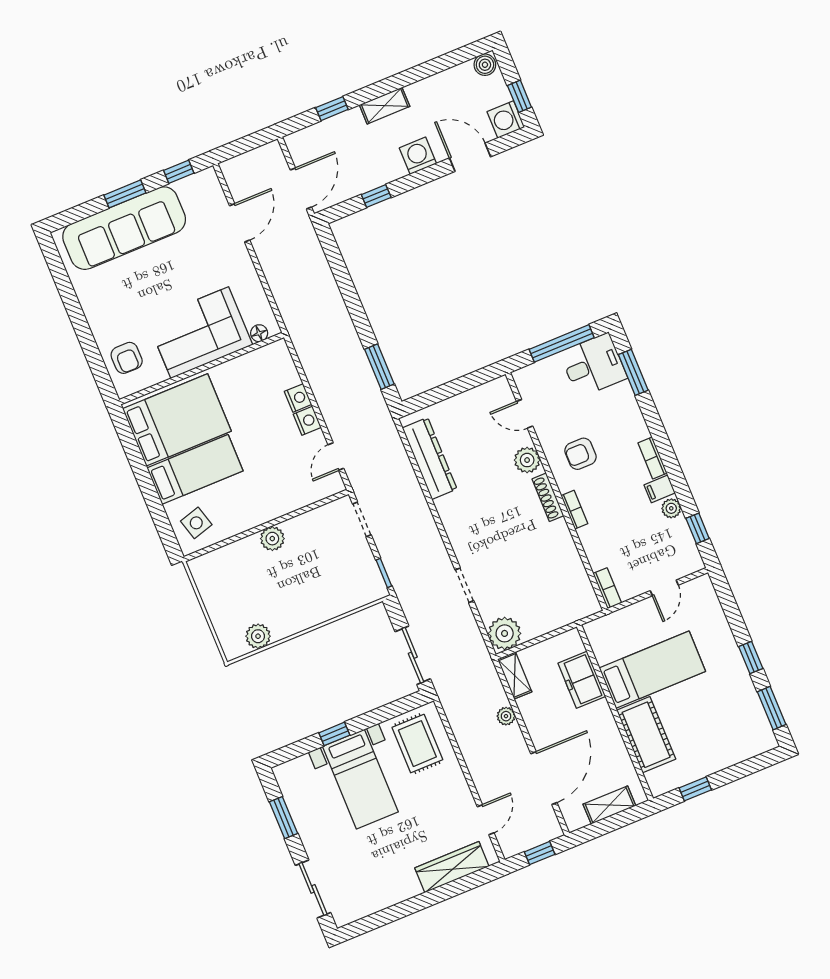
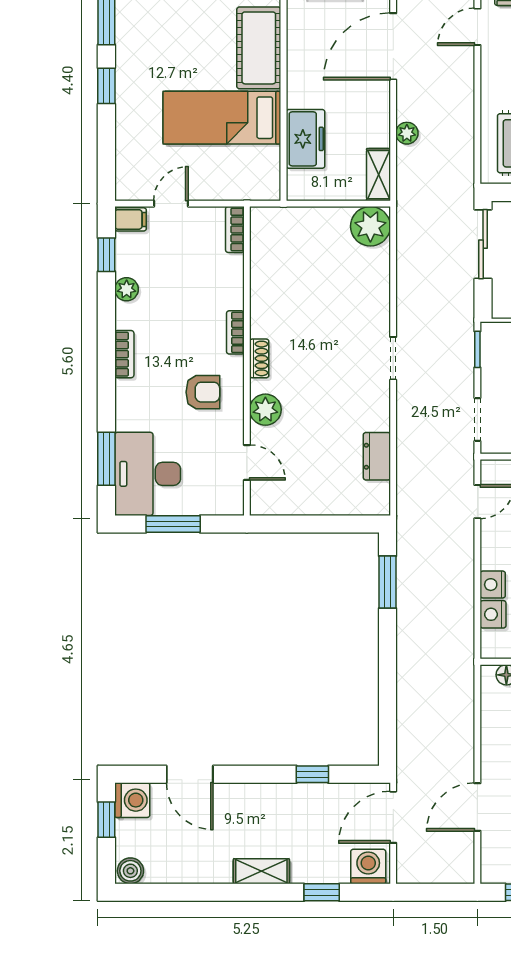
washing machine: (418, 156) -> (368, 866), moved, turned 180
window: (562, 343) -> (173, 524), width x0.69
desk: (593, 365) -> (148, 474), width x1.37
nightstand: (307, 421) -> (493, 614), moved
dresser: (430, 458) -> (377, 456), width x0.51, depth x0.80
filing cabinet: (660, 489) -> (131, 219), moved
shoe rack: (548, 497) -> (259, 358), width x0.70
doorway: (464, 585) -> (393, 358), moved

